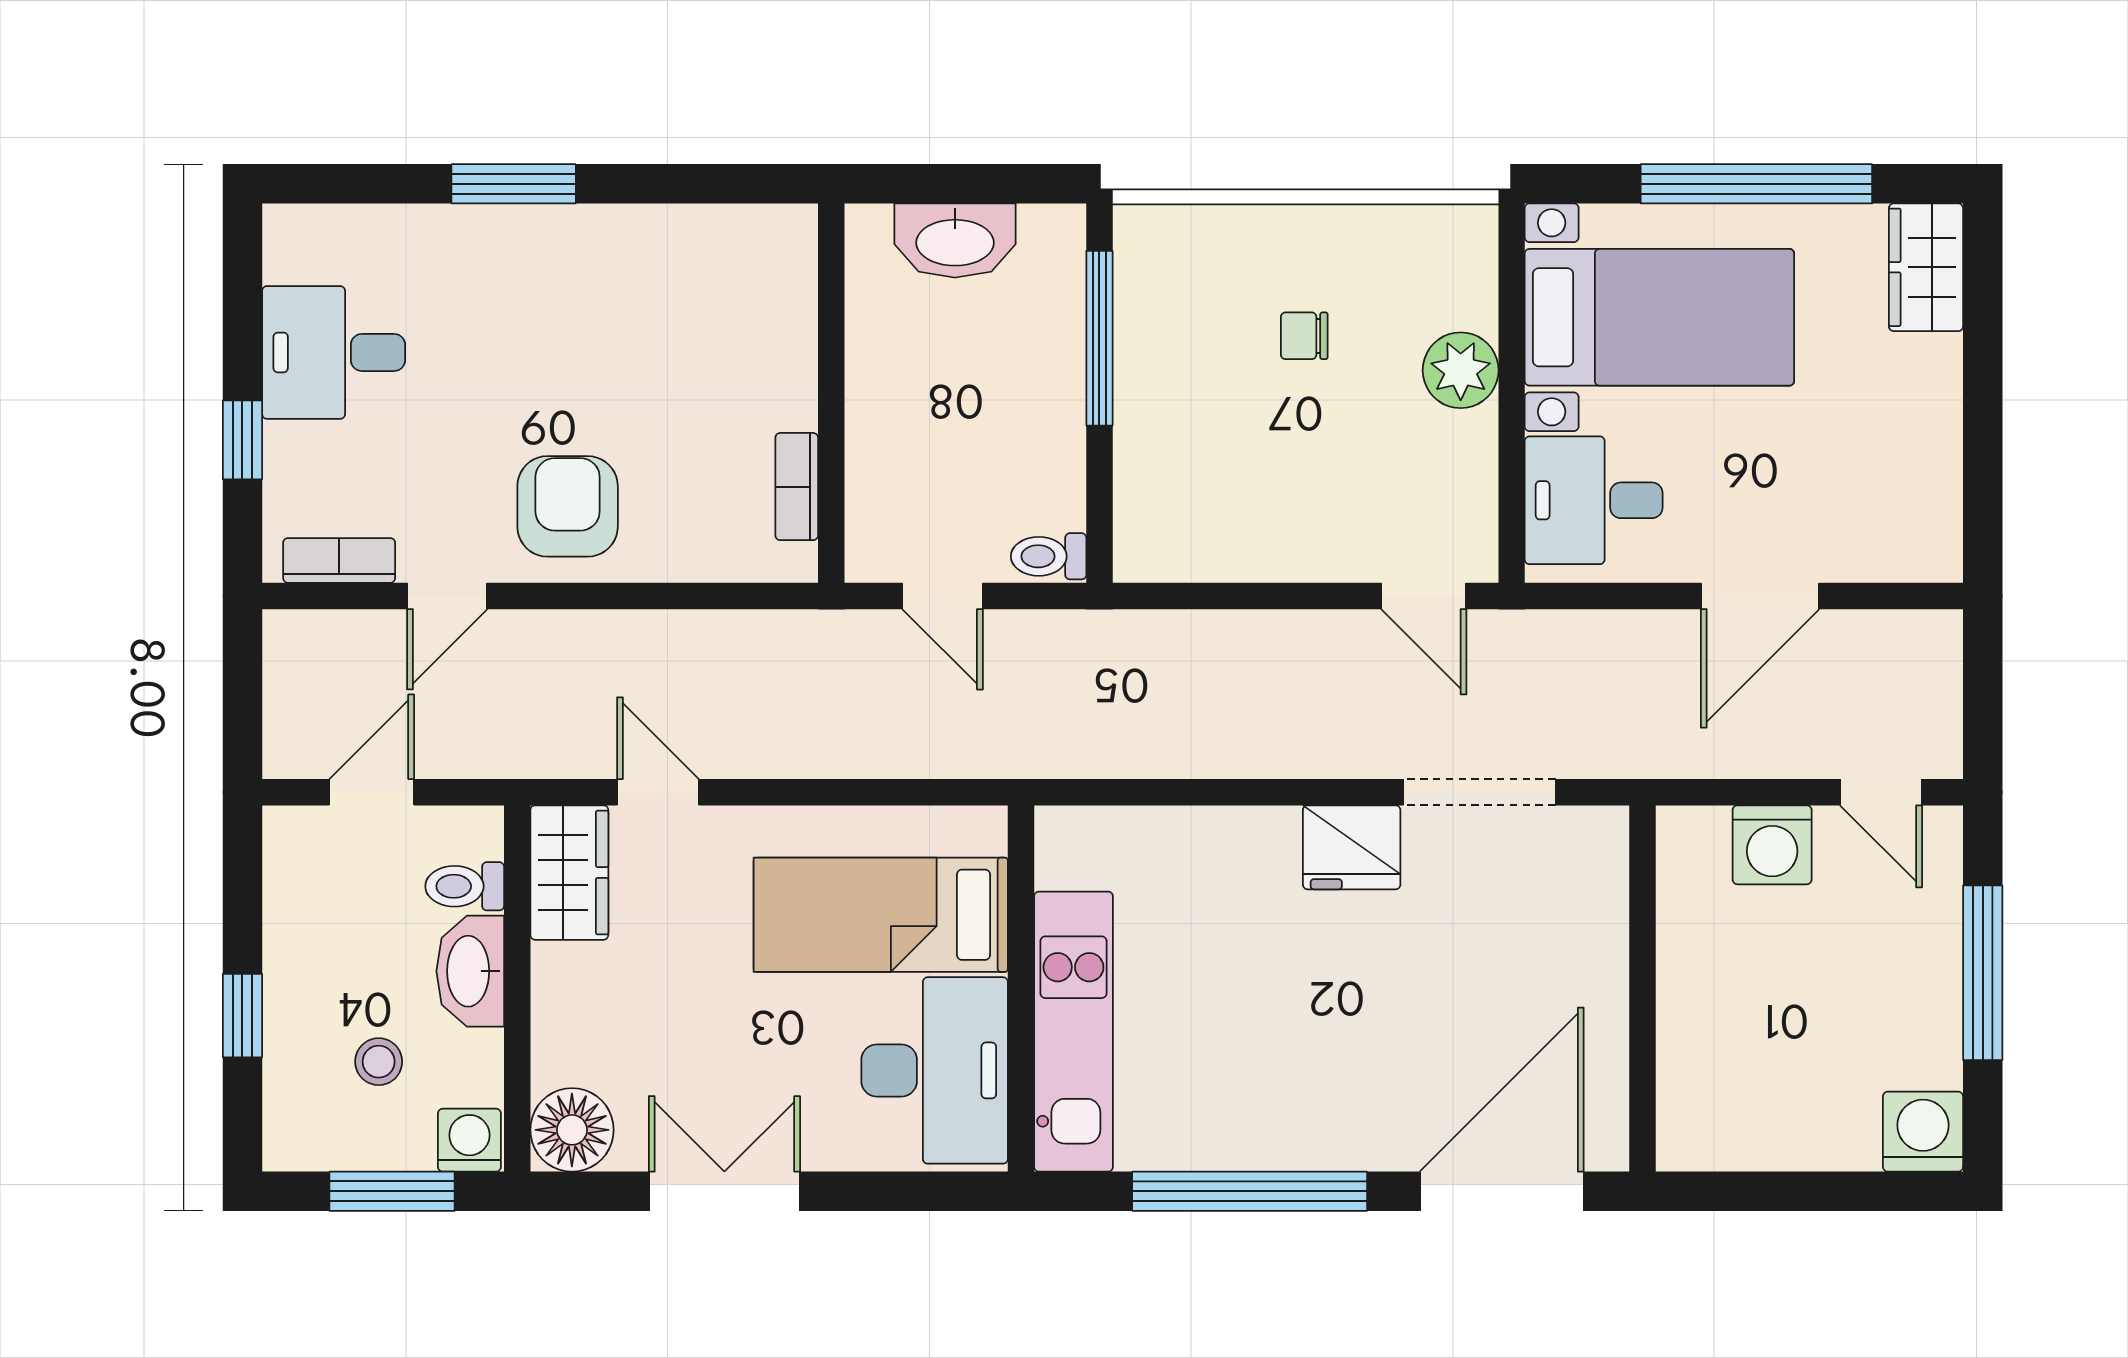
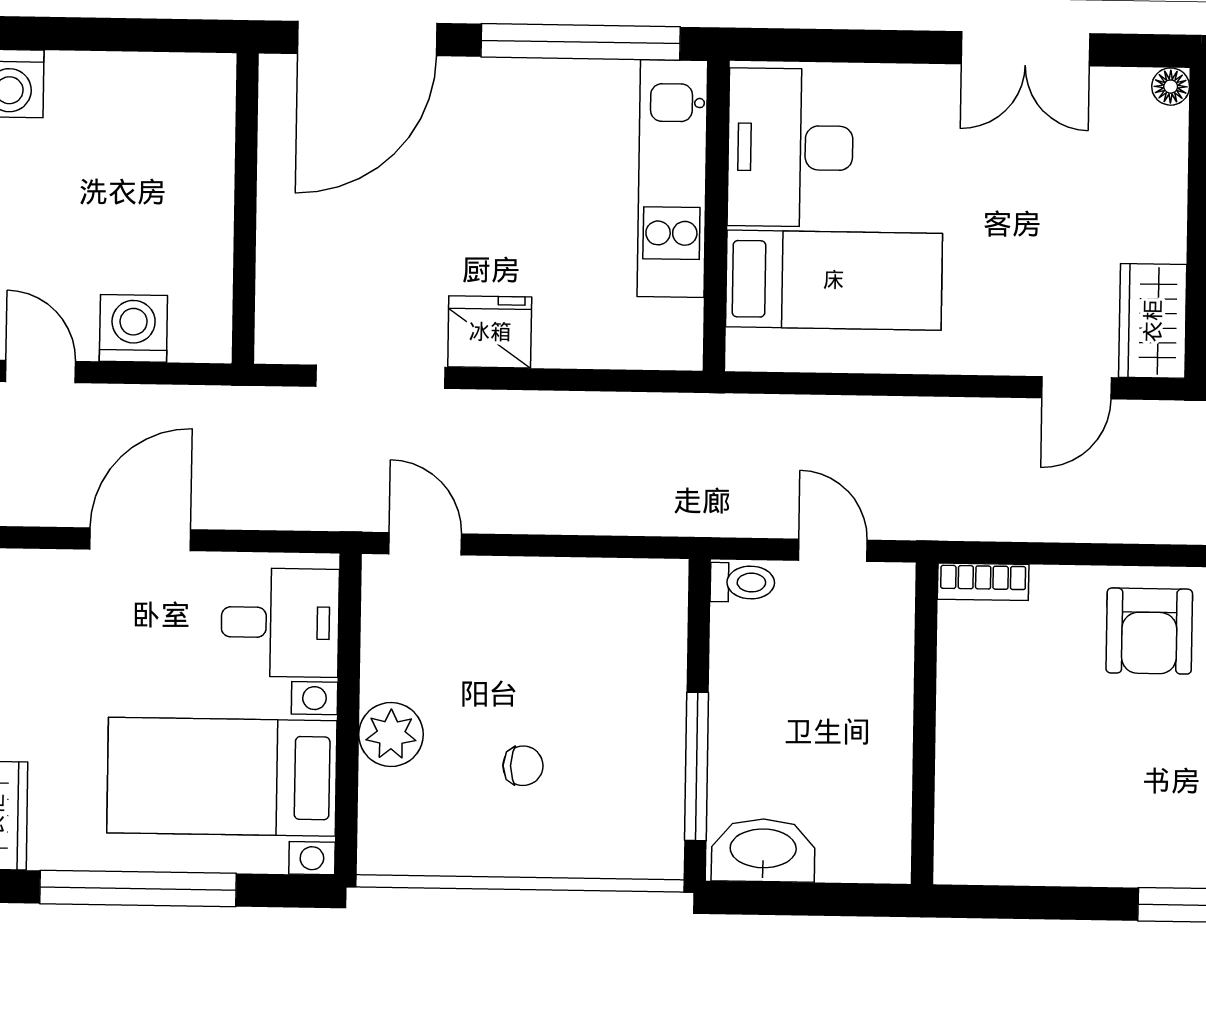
washbasin: (955, 240) -> (763, 850), moved
bookcase: (797, 487) -> (983, 582), moved, turned 90
door: (658, 792) -> (1076, 388), hinge flipped
bed: (881, 915) -> (834, 280), moved
wall: (1021, 988) -> (716, 216), moved
kitchen unit: (1073, 1032) -> (672, 179), moved
desk: (935, 1070) -> (790, 148), moved
floor lamp: (572, 1130) -> (1171, 87), width x0.53, depth x0.53

